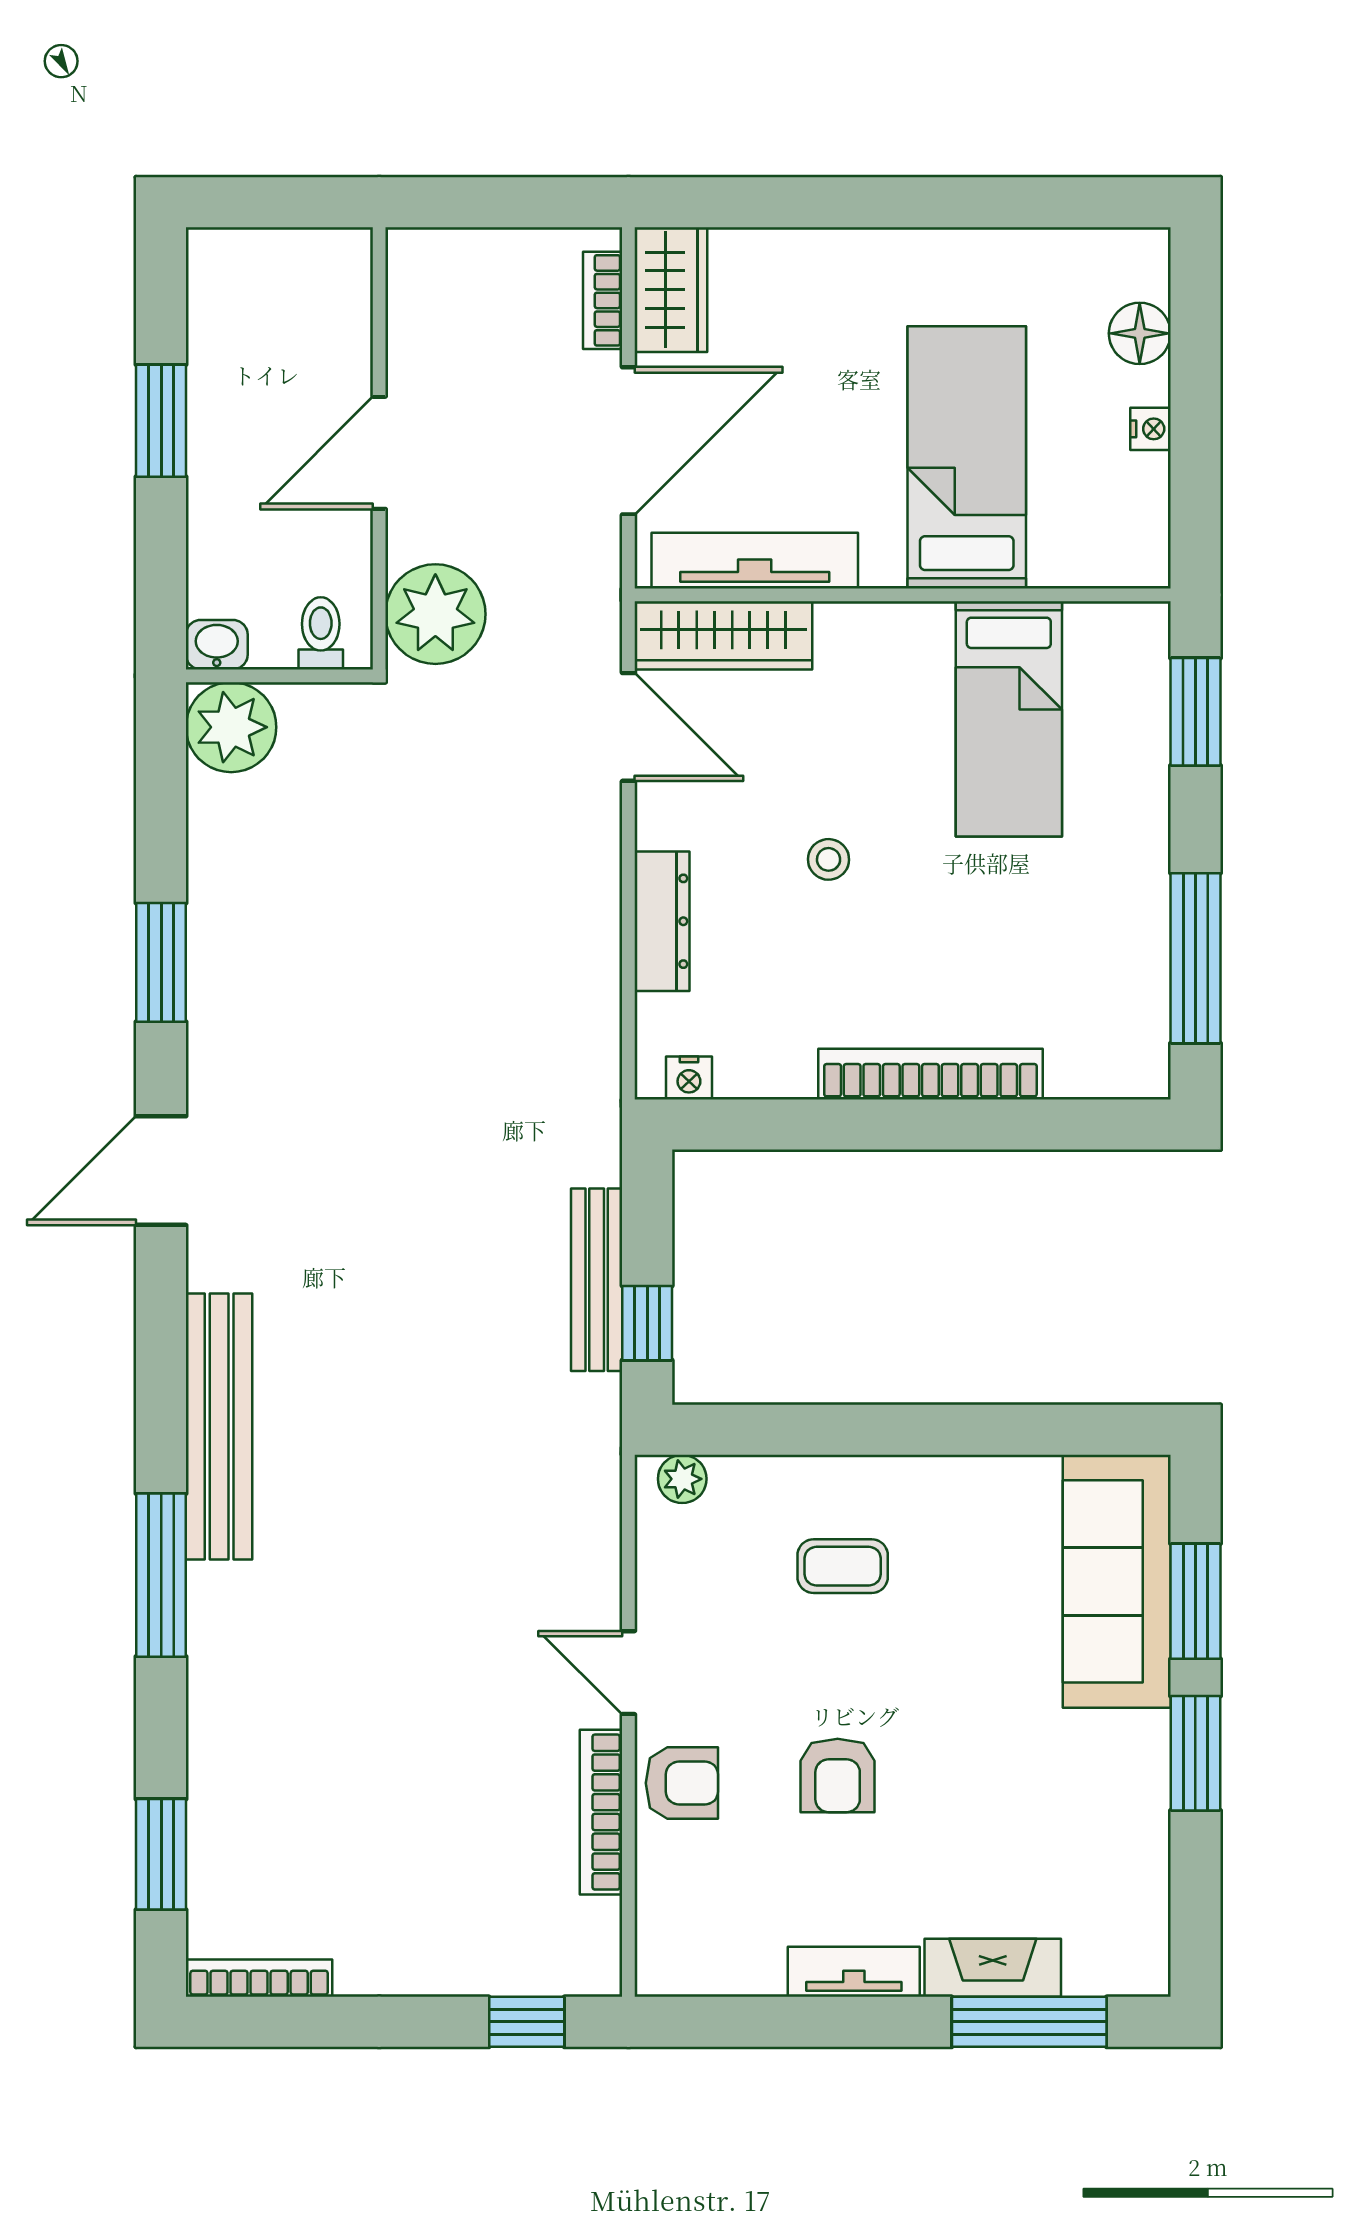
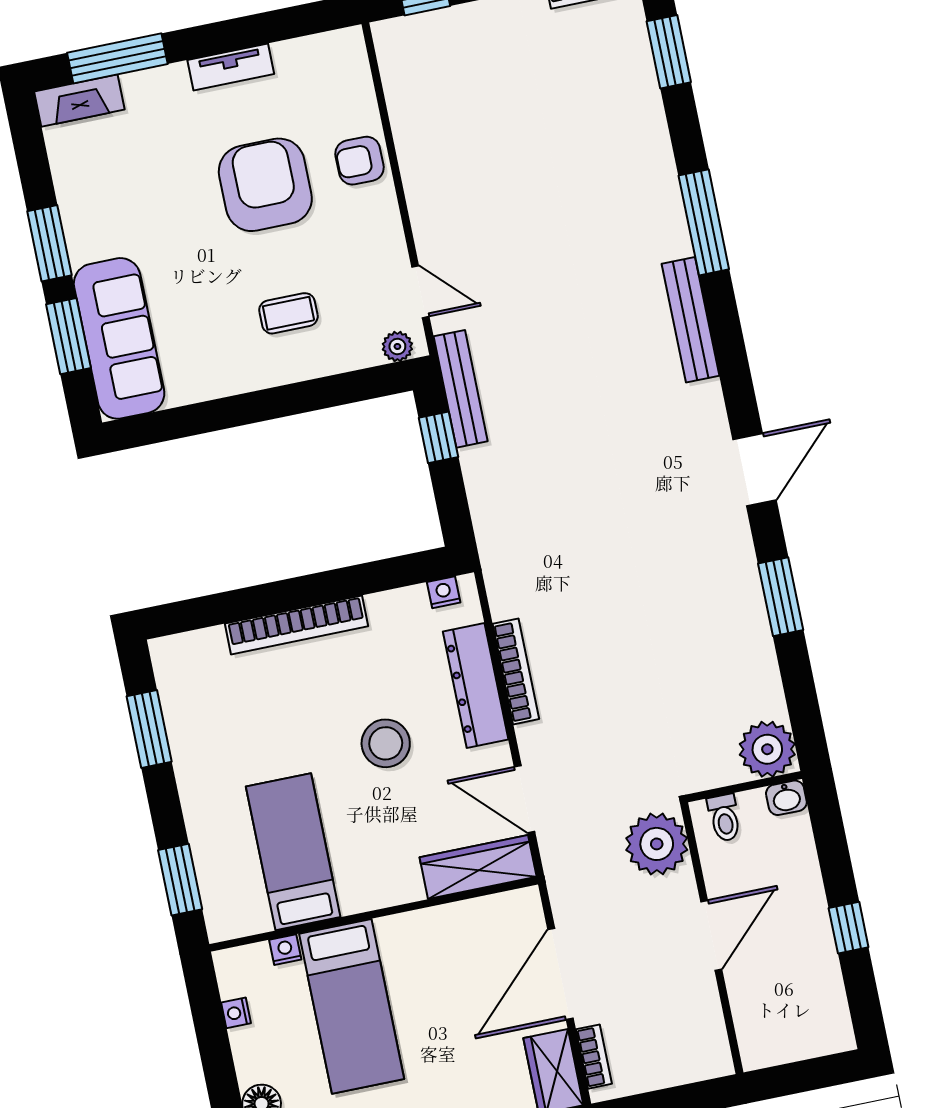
window: (161, 421) -> (849, 928), width x0.67
nightstand: (1150, 429) -> (236, 1013), moved
tv unit: (755, 561) -> (468, 917), removed
nightstand: (1053, 568) -> (285, 950), added
stool: (829, 859) -> (386, 743), width x1.89, depth x1.89
dresser: (662, 921) -> (476, 686), width x1.37, depth x1.24
window: (1195, 958) -> (149, 729), width x0.69
bench: (597, 1280) -> (461, 389), moved
bench: (219, 1427) -> (691, 320), width x0.73, depth x0.82
door: (628, 1673) -> (420, 292), moved
armchair: (838, 1775) -> (265, 185), width x1.88, depth x1.88
bookcase: (601, 1812) -> (516, 671), moved
fireplace: (993, 1968) -> (79, 101), moved

